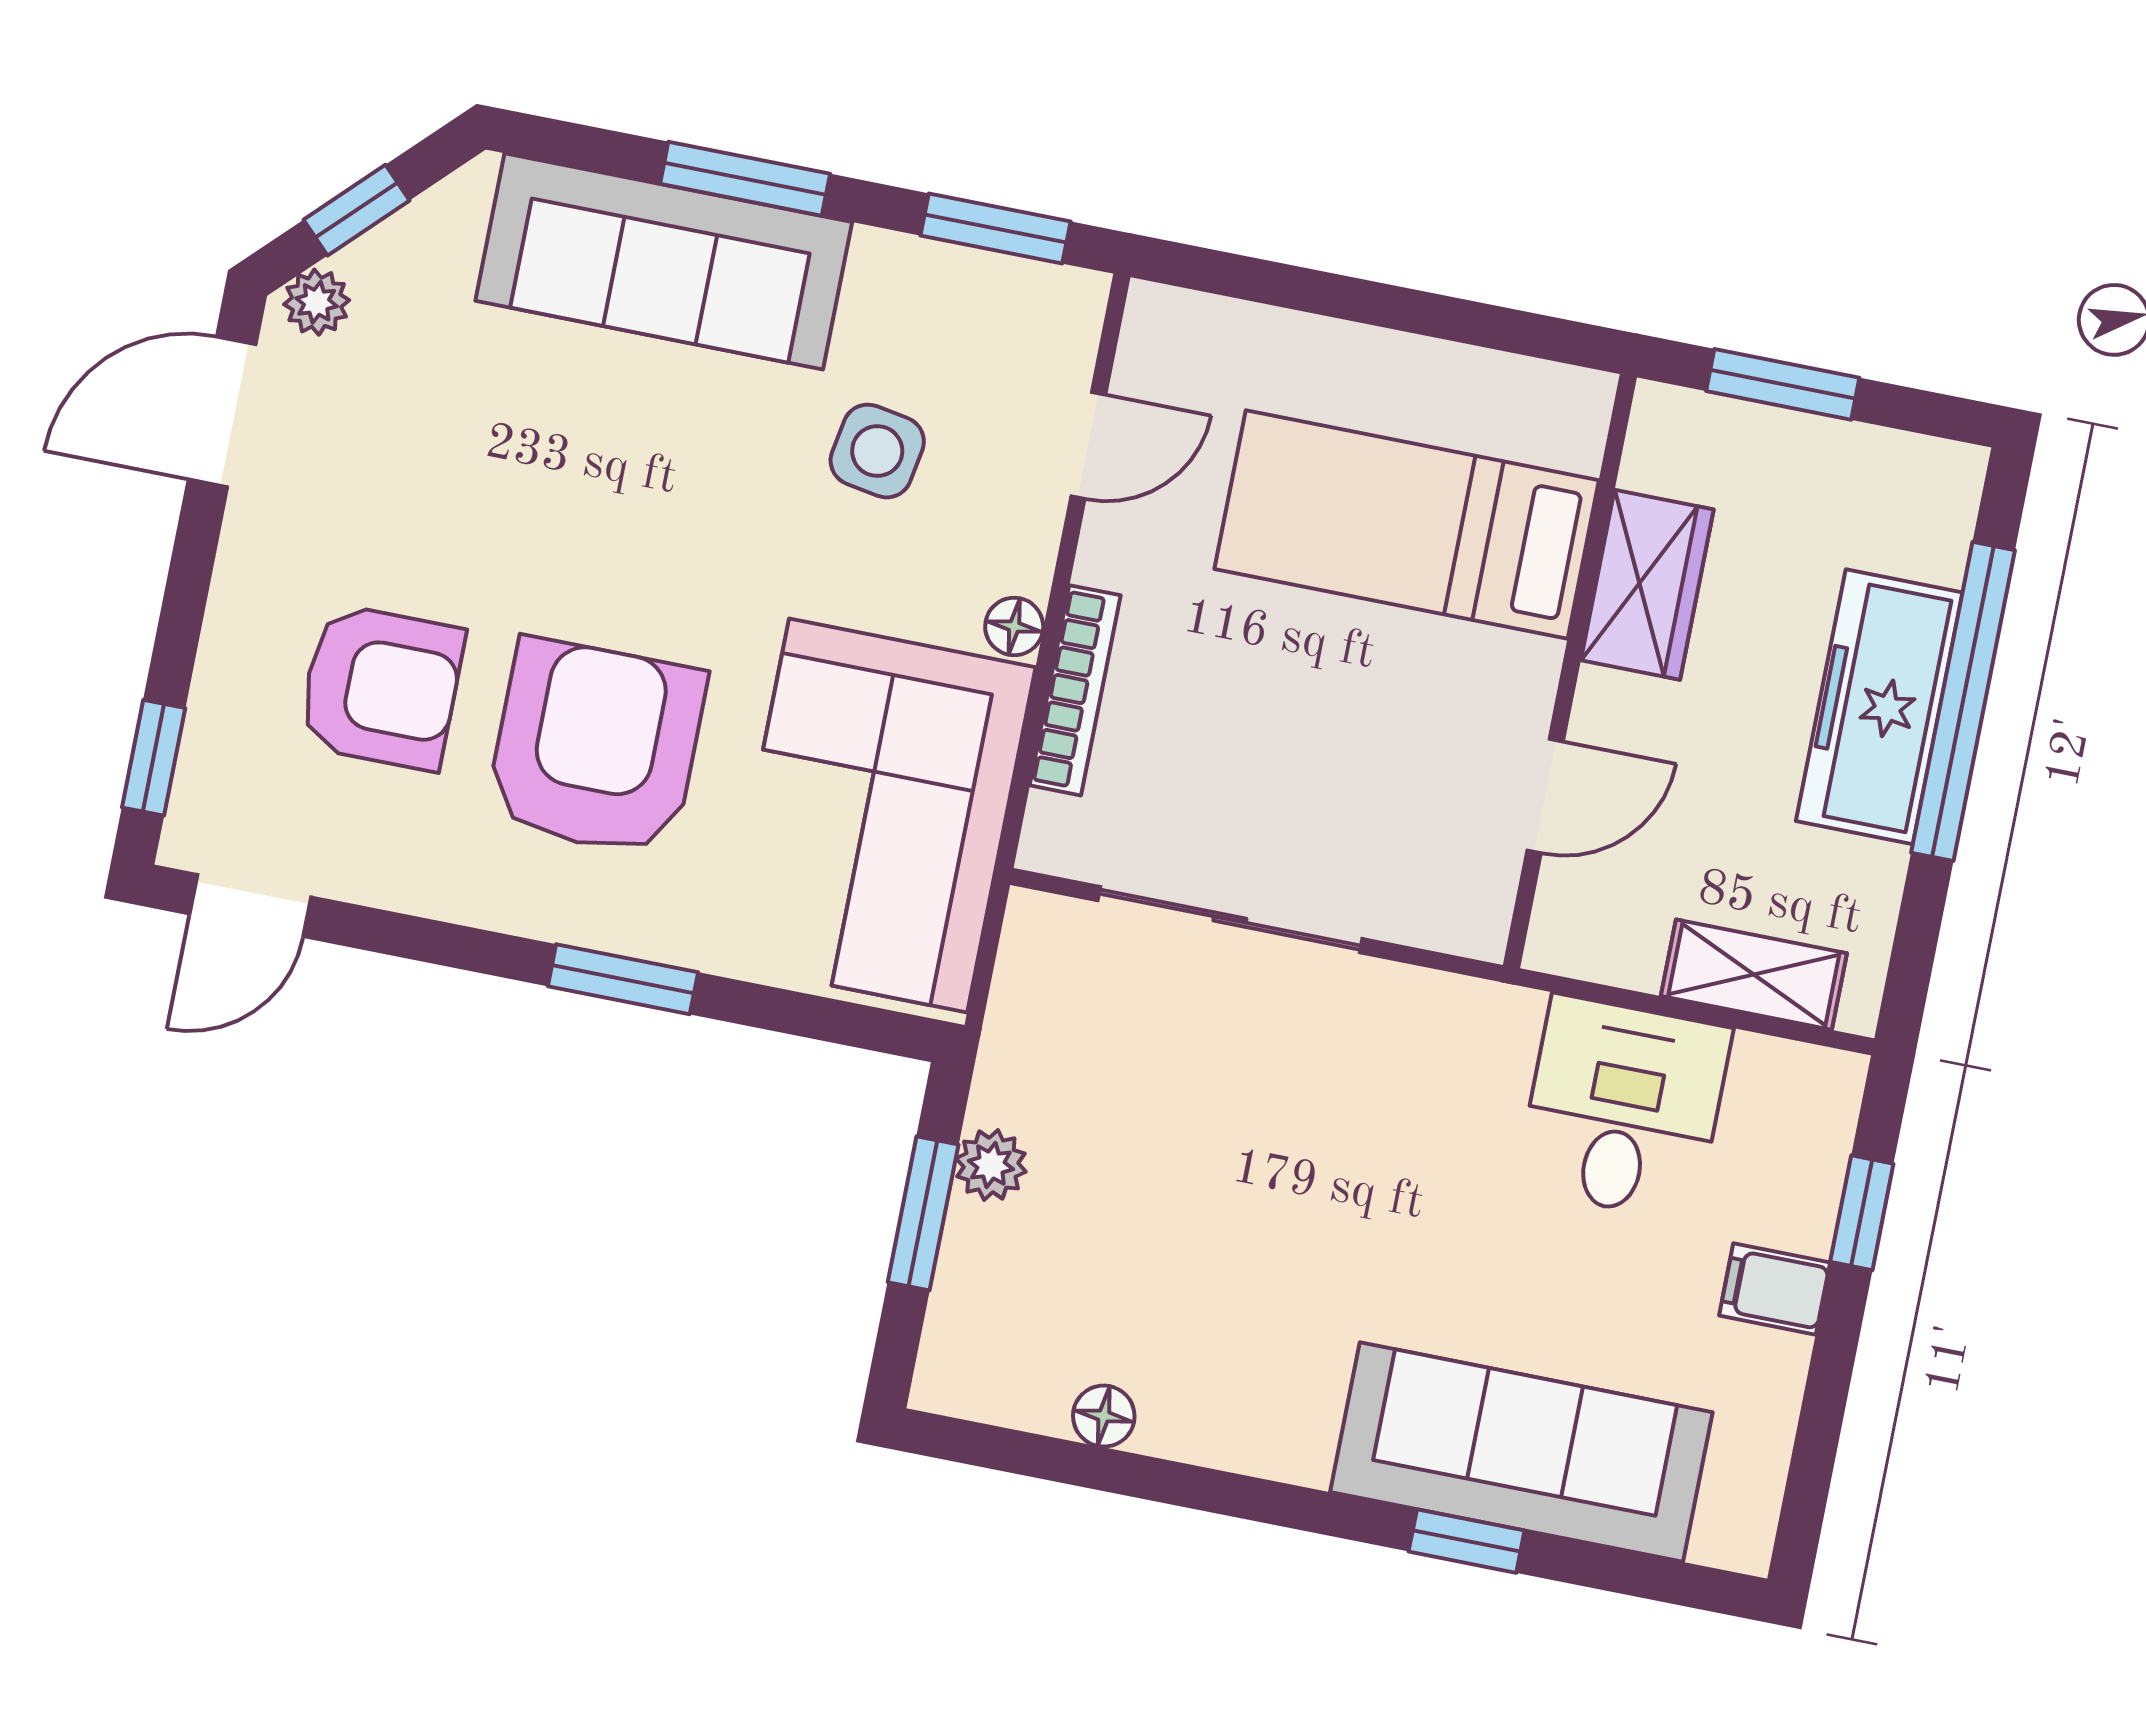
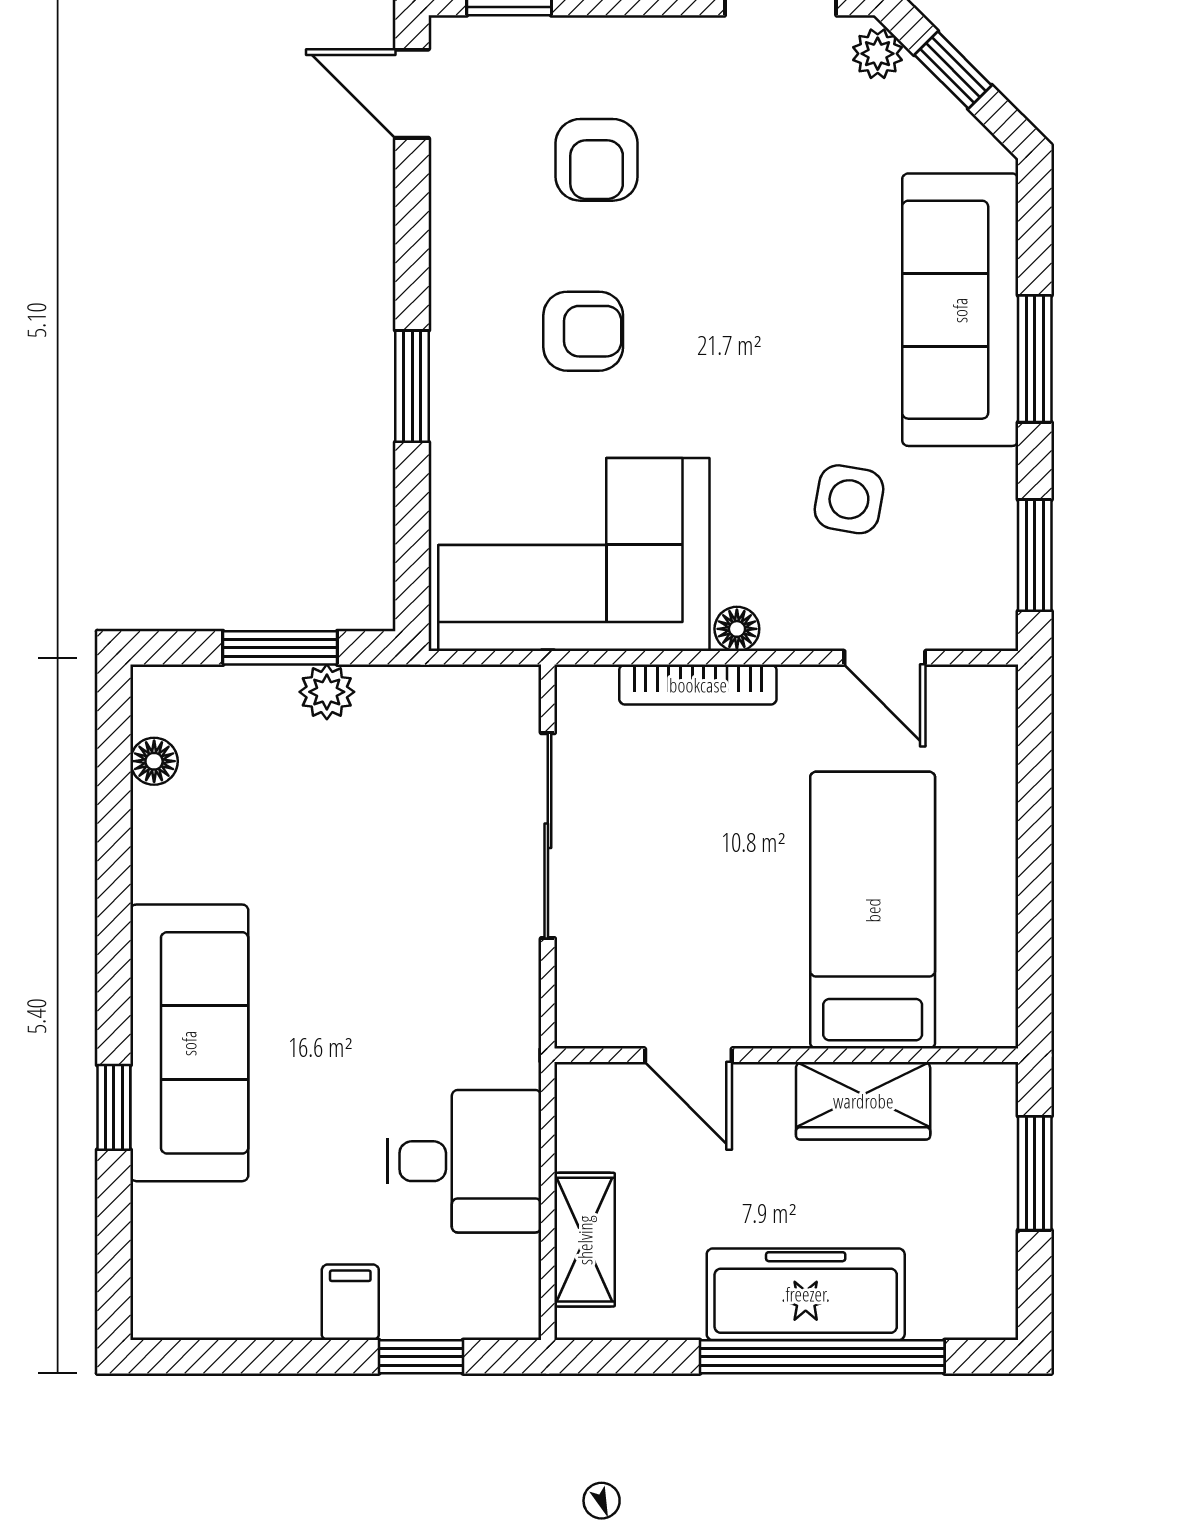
armchair: (381, 687) -> (597, 160), width x0.72, depth x0.72
armchair: (596, 747) -> (583, 331), width x0.53, depth x0.53
floor lamp: (1104, 1416) -> (154, 761), moved
sofa: (1521, 1452) -> (189, 1043), moved

